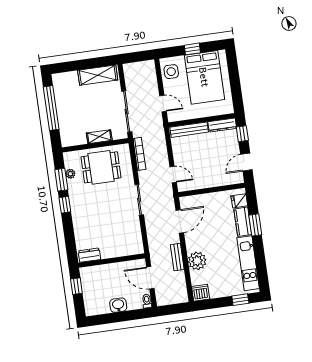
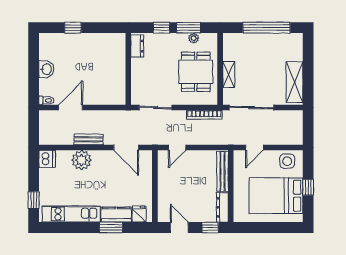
dresser: (89, 255) -> (137, 46), moved
wall: (112, 260) -> (128, 69), moved

